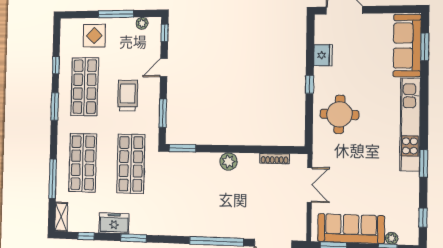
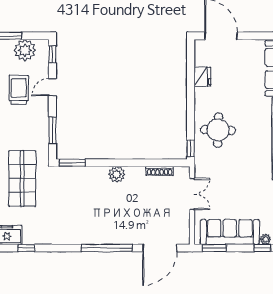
plant: (142, 23) -> (25, 50), width x1.87, depth x1.87
window: (310, 84) -> (191, 148), moved
trolley: (128, 96) -> (19, 90), moved
window: (133, 238) -> (27, 248), width x0.67

